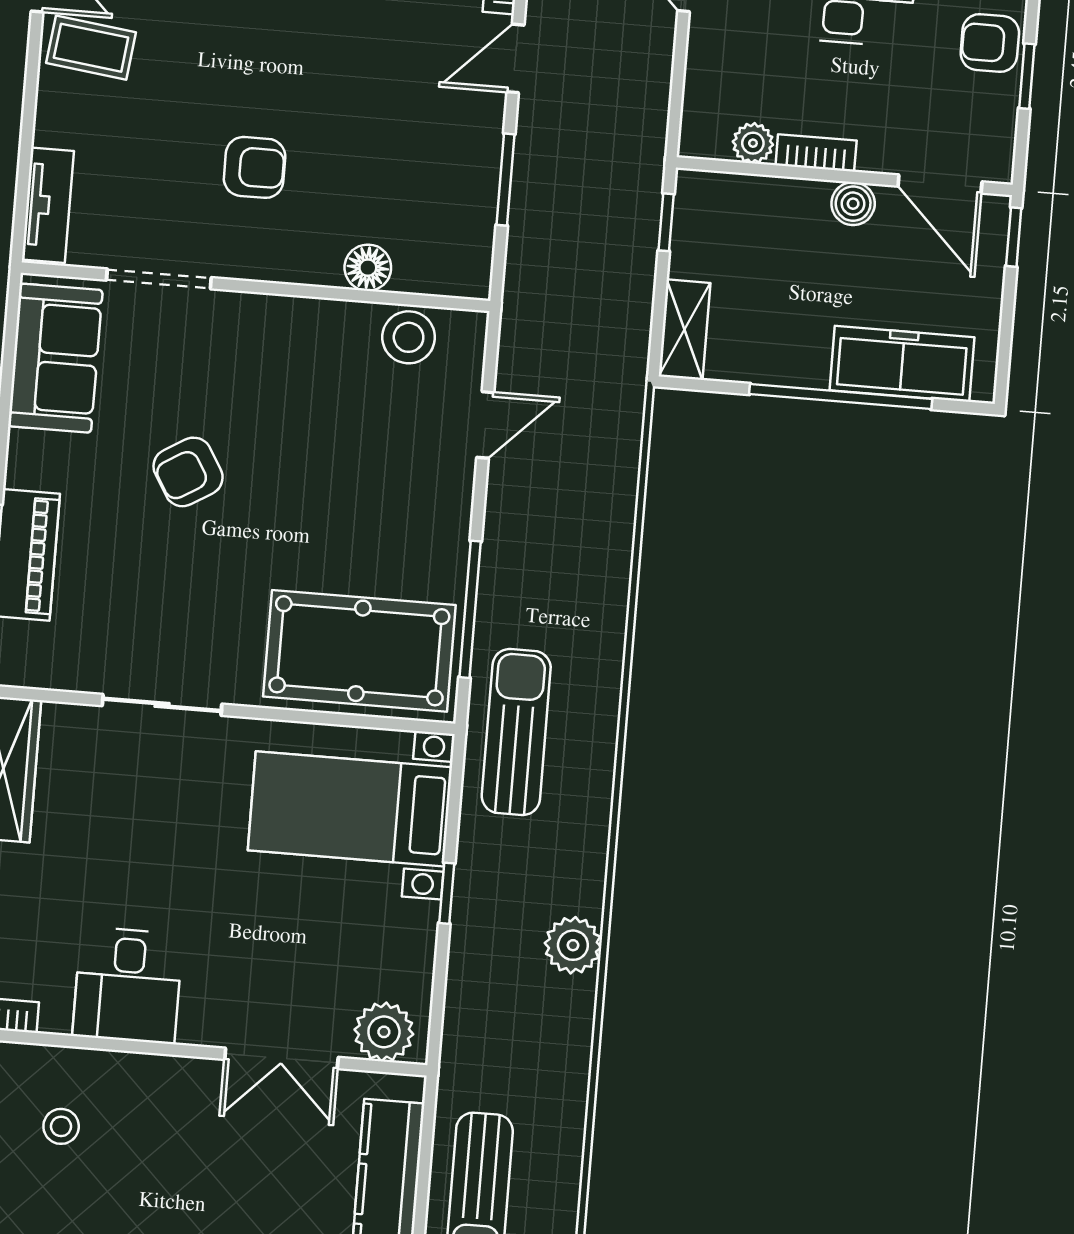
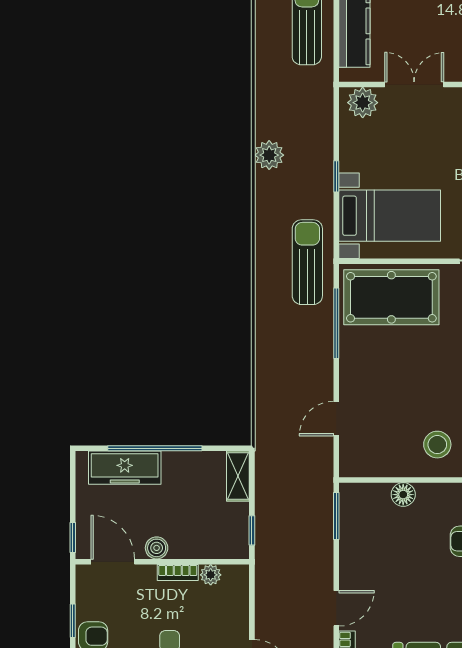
window: (505, 180) -> (336, 516), moved
stool: (409, 337) -> (437, 445), moved
sun lounger: (516, 732) -> (307, 262), turned 180

